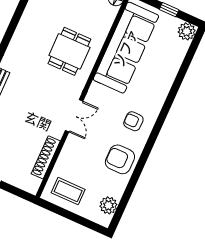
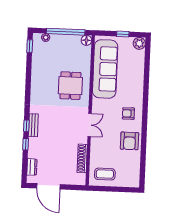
armchair: (120, 159) -> (130, 141), turned -90
plant: (108, 205) -> (134, 173), removed

